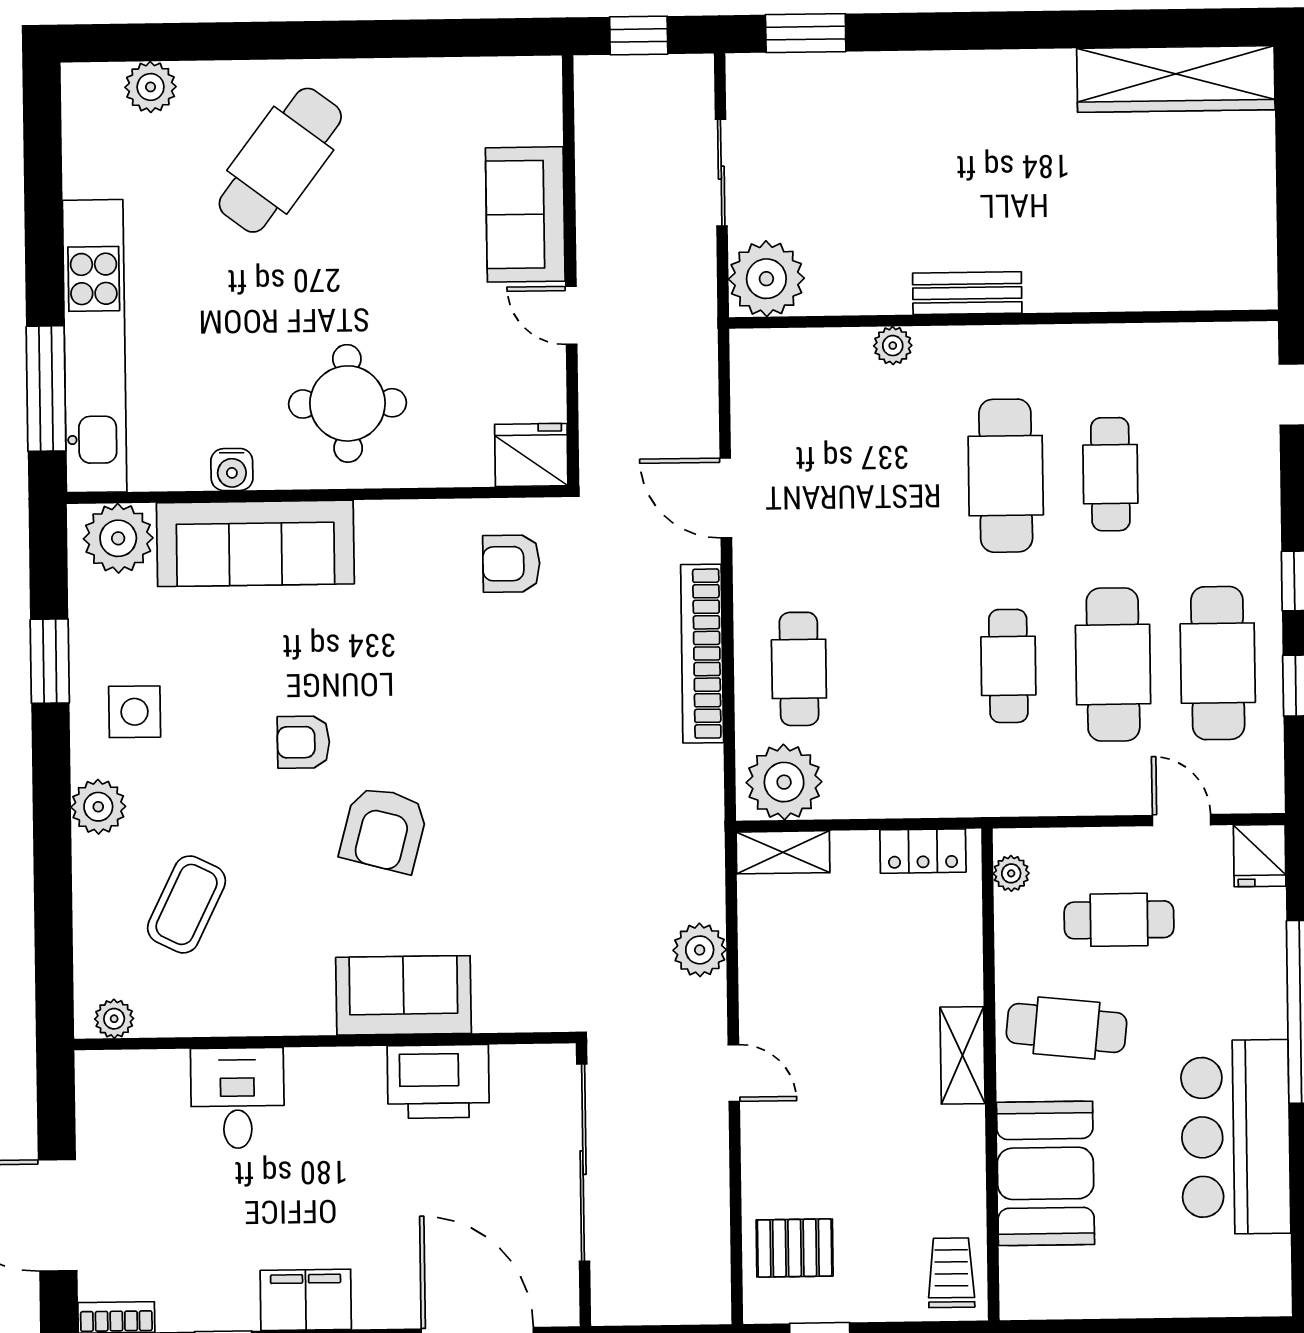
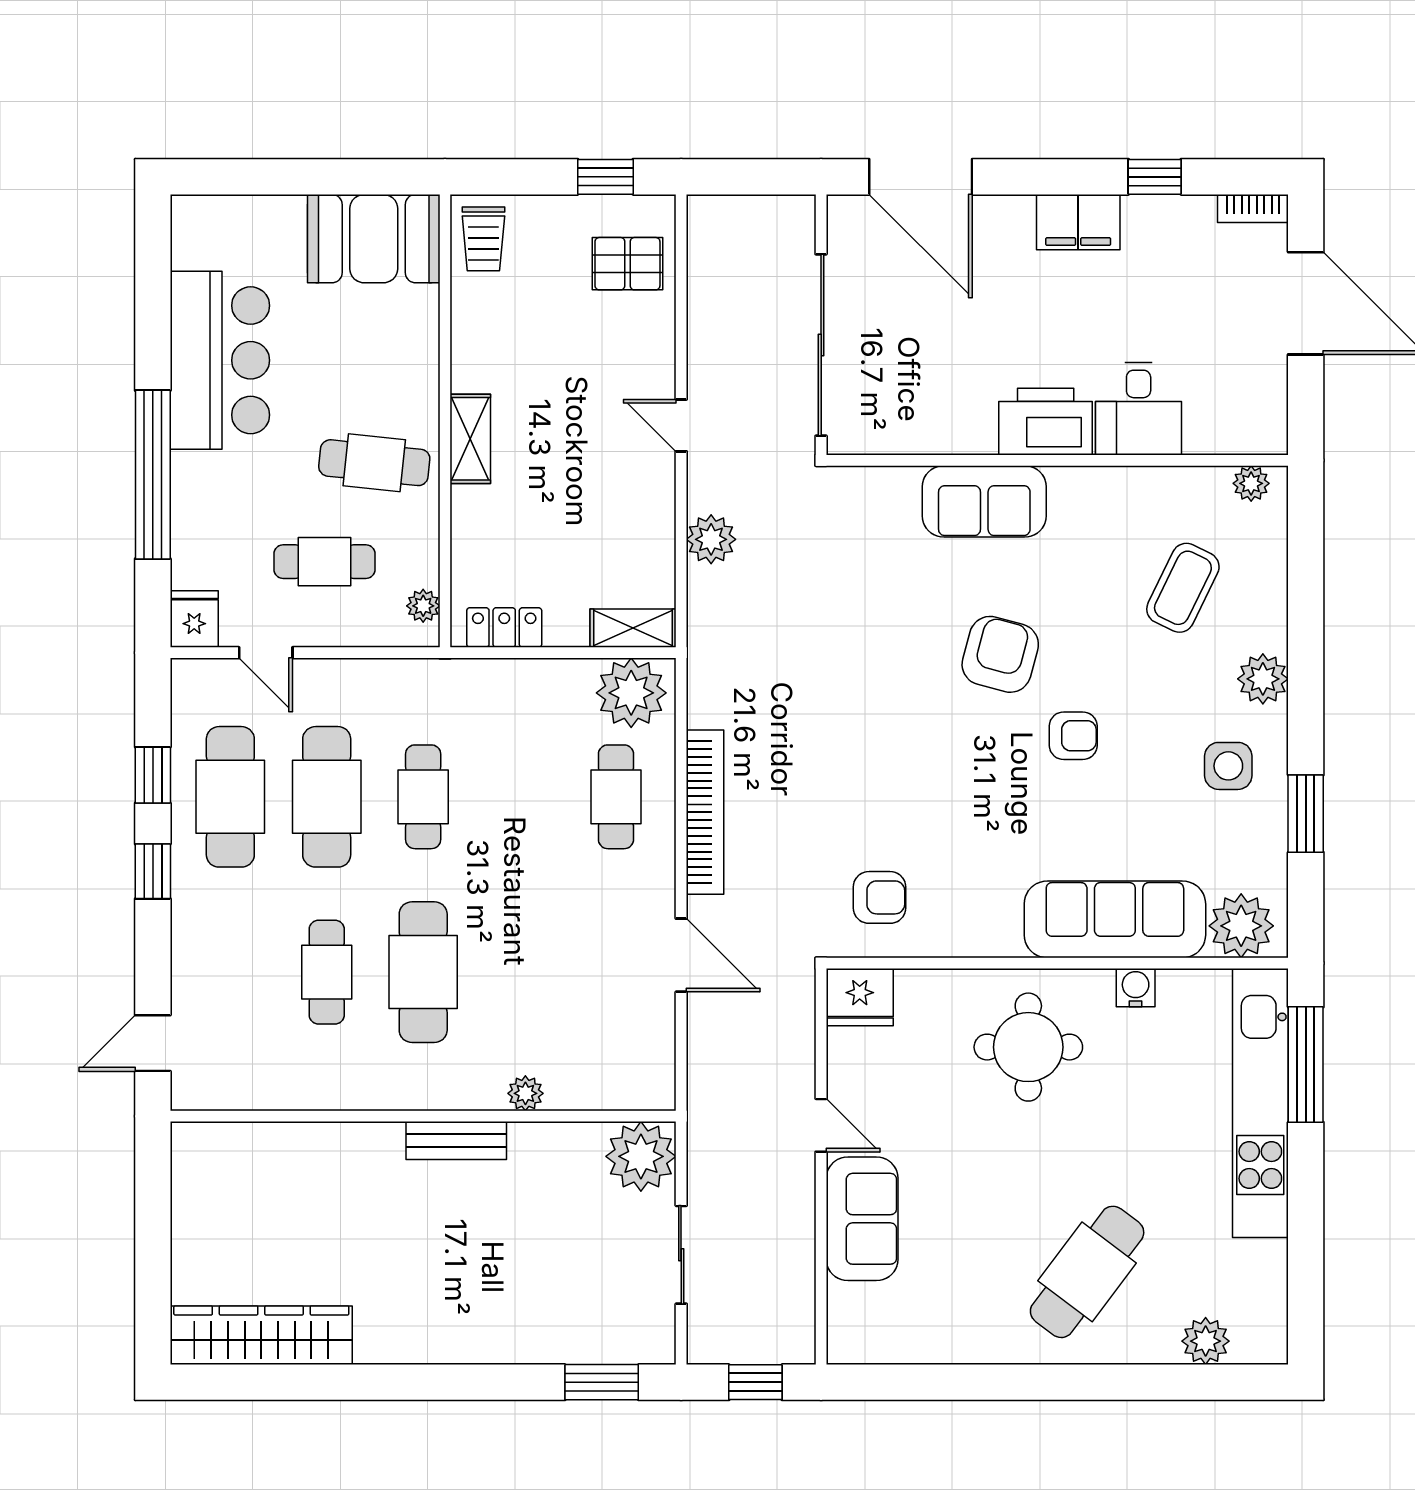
printer: (438, 1082) -> (1046, 422), moved
booth: (1045, 1173) -> (374, 239), moved, turned 90

